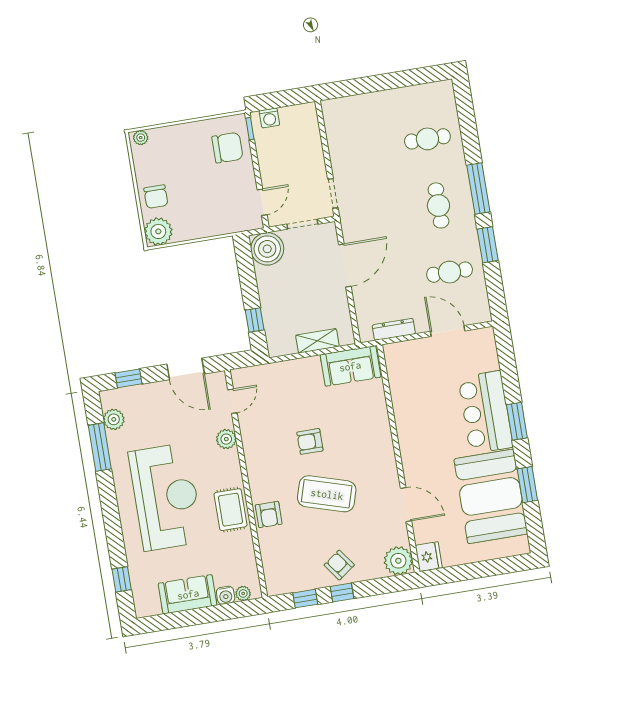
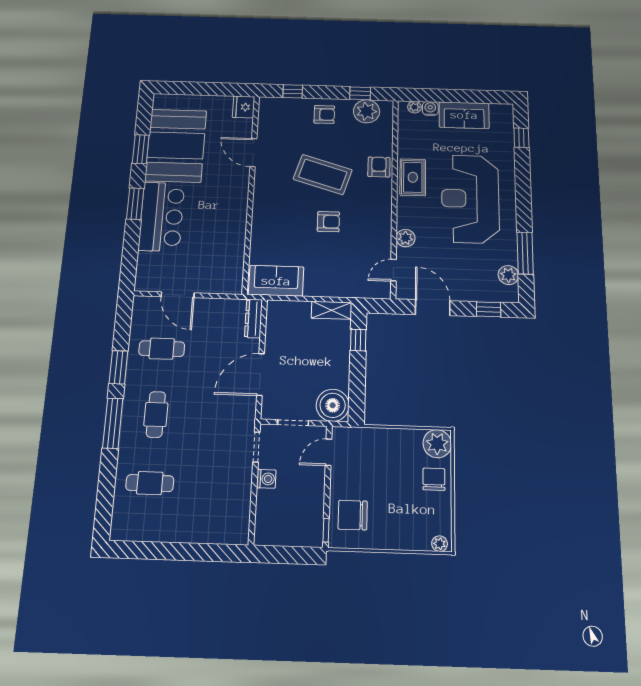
washing machine: (269, 118) -> (266, 479), moved, turned 90
dresser: (394, 329) -> (253, 318), moved, turned 90
shelving: (317, 341) -> (332, 310), moved
plant: (398, 561) -> (367, 111), moved
armchair: (339, 565) -> (324, 114), turned -54
window: (342, 592) -> (293, 91), moved

